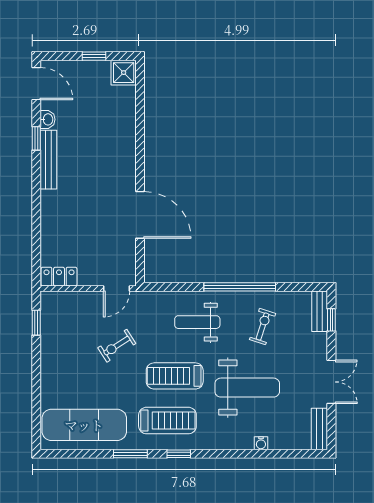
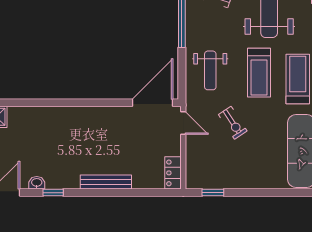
bench: (48, 160) -> (106, 182), moved
door: (140, 215) -> (152, 103), moved
weight bench: (197, 322) -> (210, 70), moved

